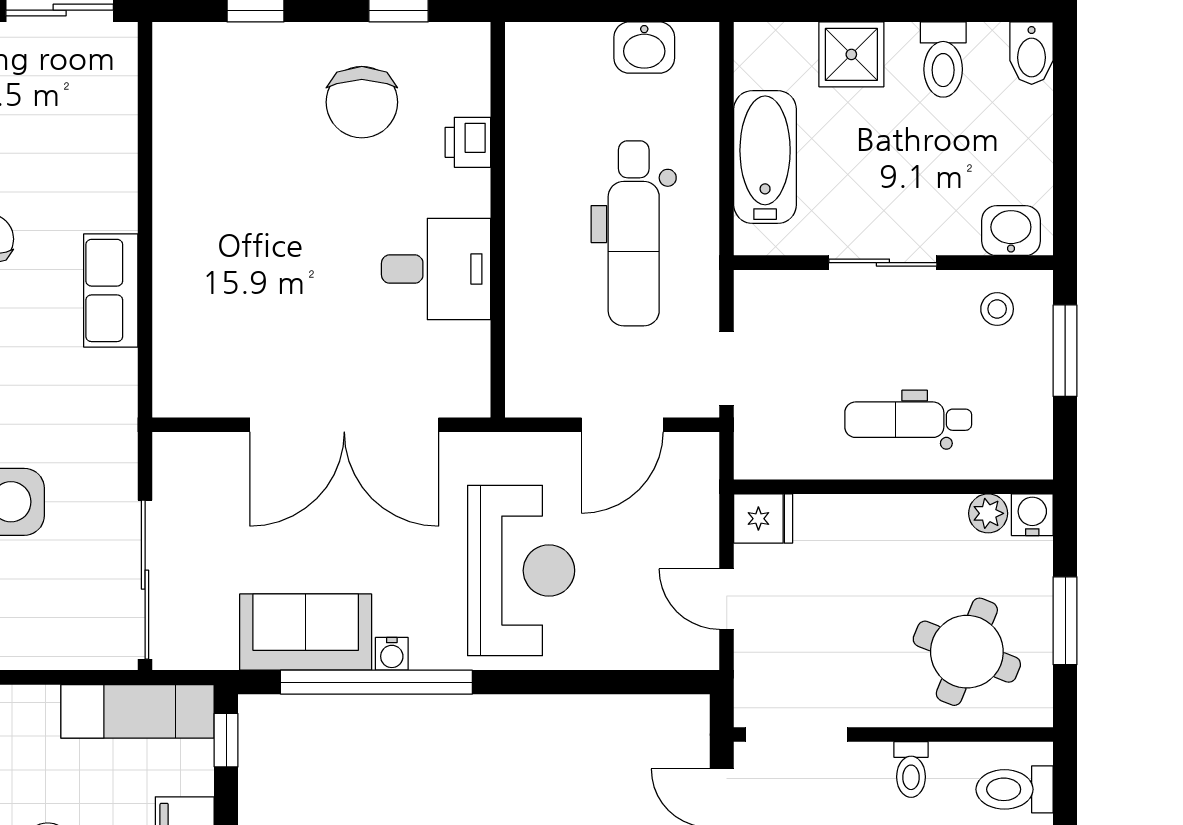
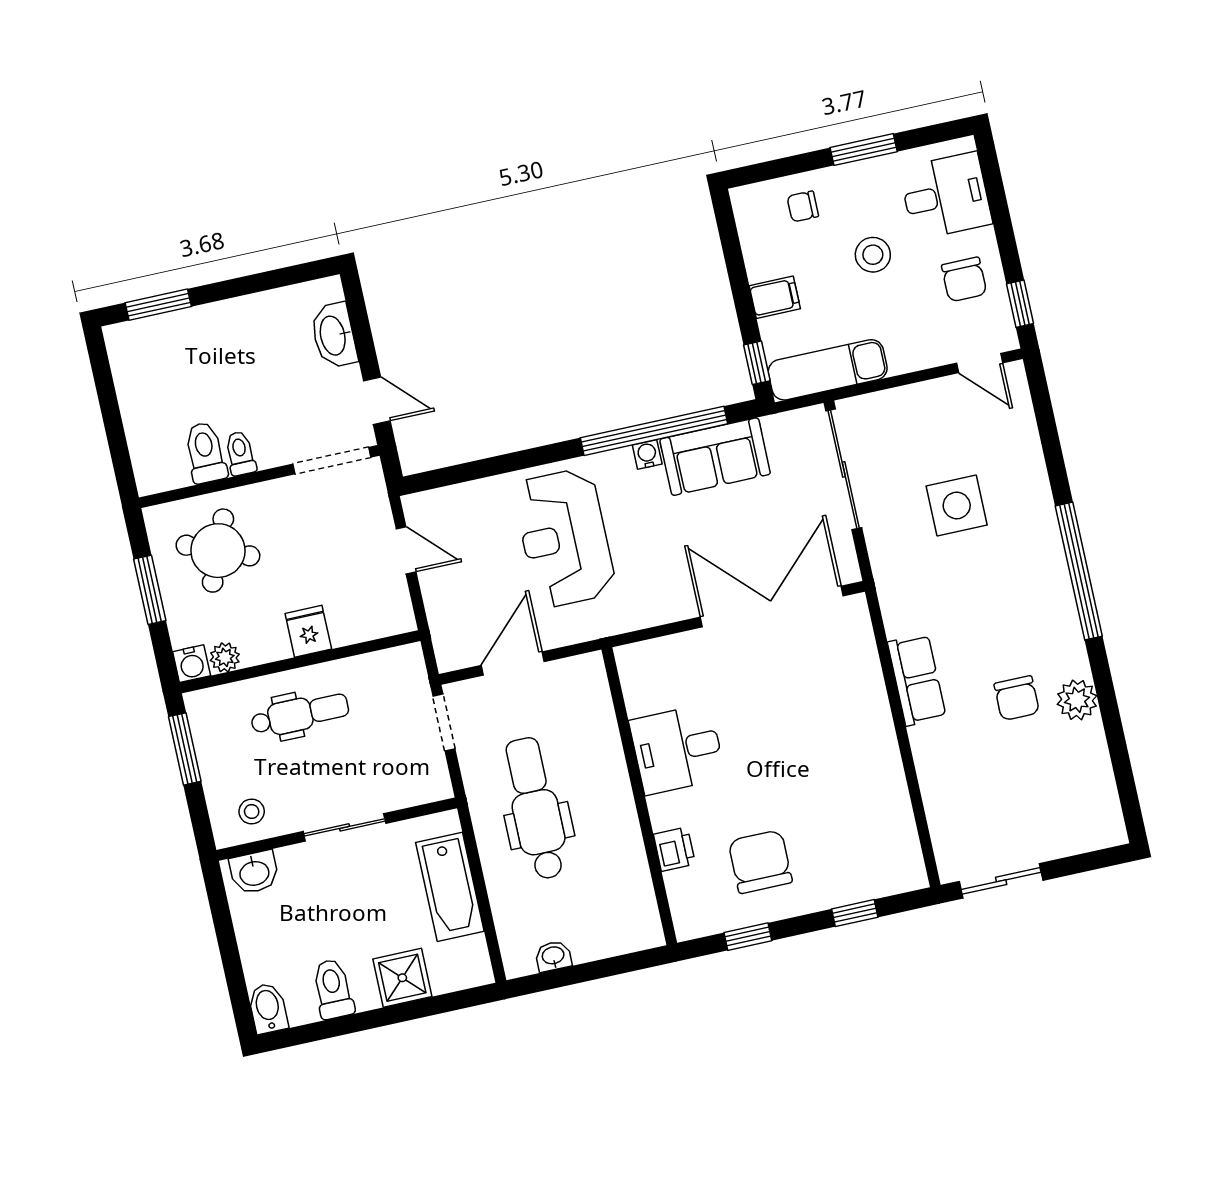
washbasin: (644, 48) -> (553, 956), width x0.72, depth x0.69
window: (1065, 351) -> (185, 749), moved
double door: (344, 425) -> (772, 607), moved
fridge: (763, 519) -> (308, 631), moved, turned 90
toilet: (1015, 789) -> (205, 453), moved, turned -90

